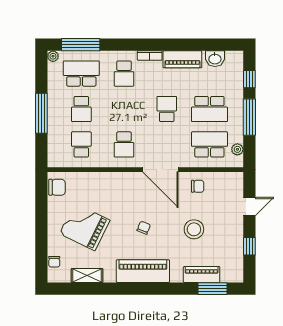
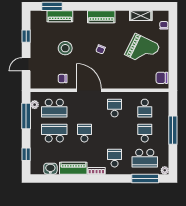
school desk: (167, 109) -> (84, 133), turned 180
window: (249, 117) -> (26, 116), moved
piano: (143, 271) -> (101, 17), width x0.73, depth x0.75

